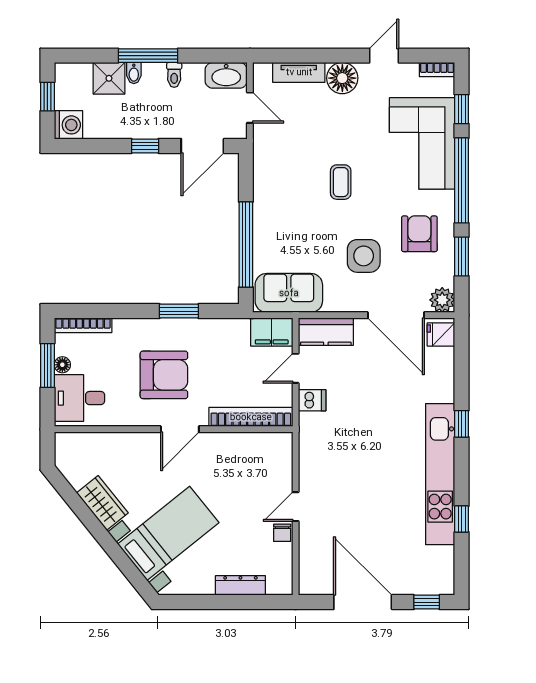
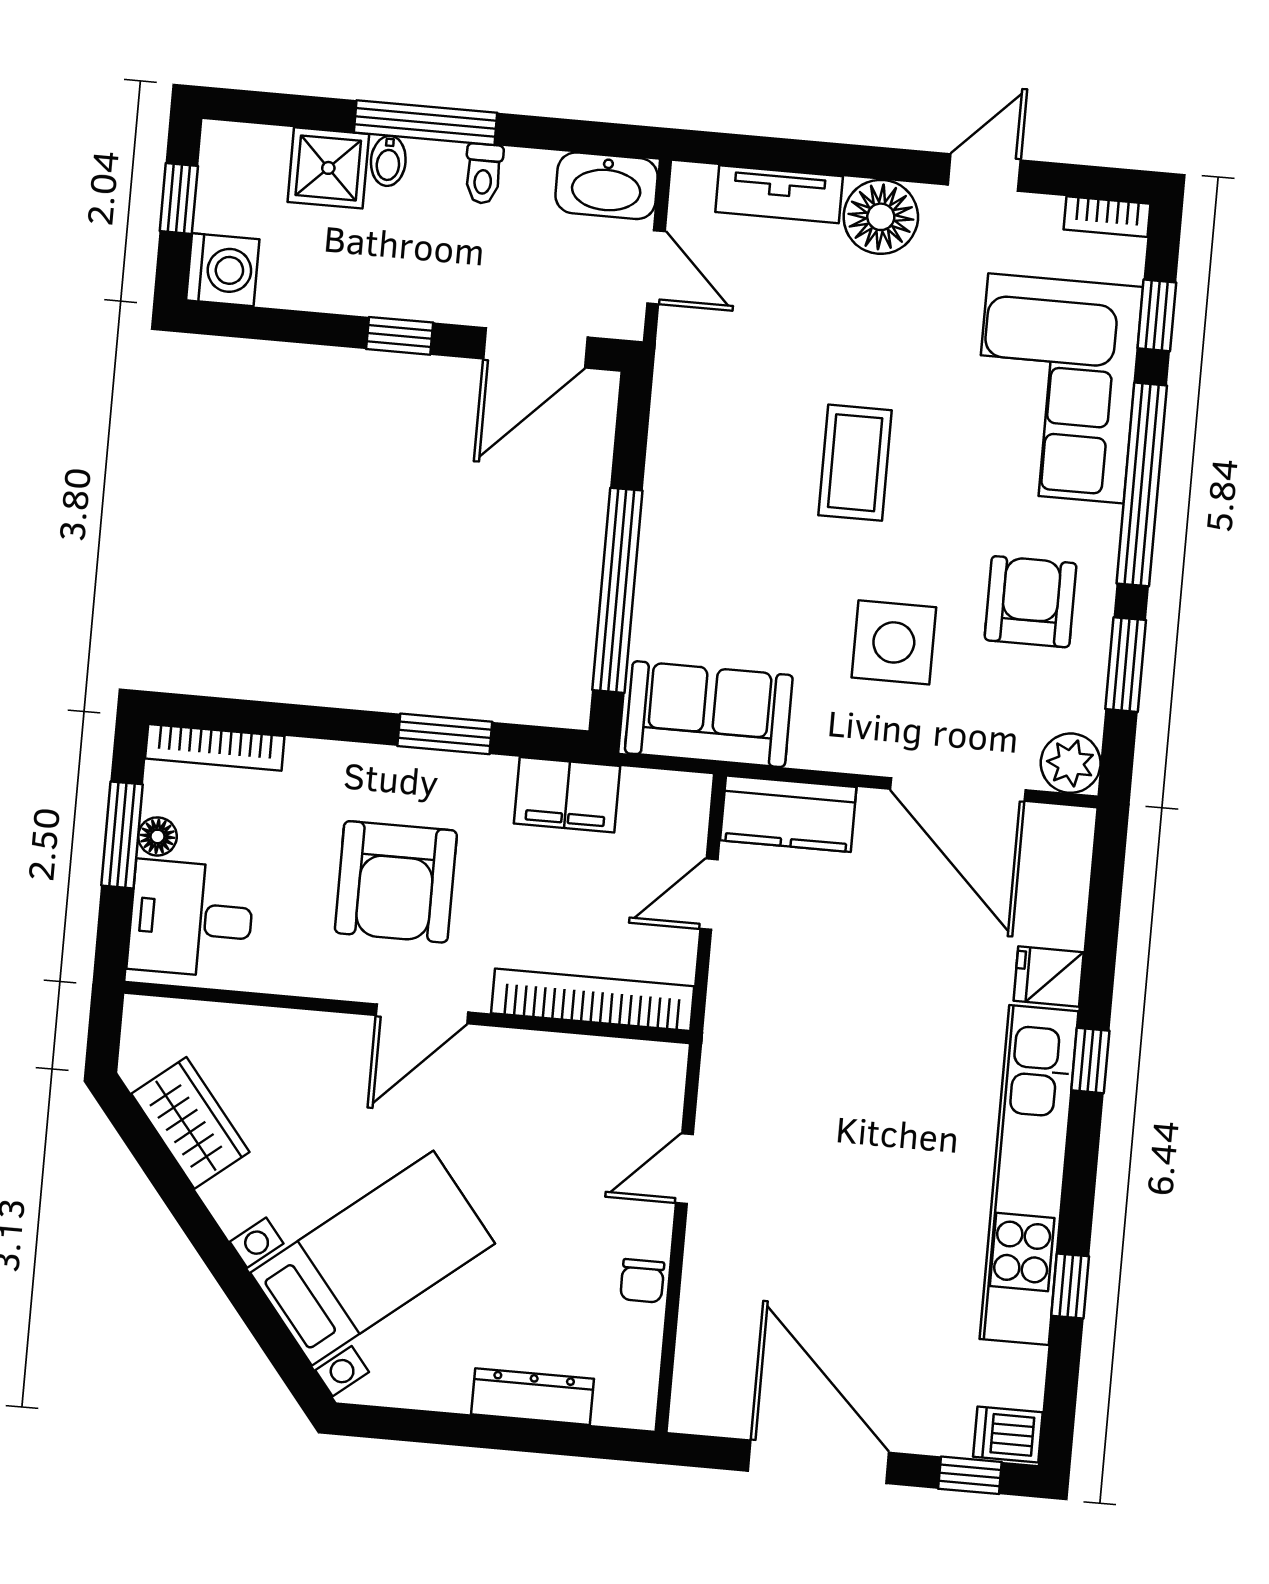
coffee table: (341, 182) -> (855, 463), width x1.36, depth x1.30
filing cabinet: (272, 332) -> (567, 795), moved
fridge: (441, 335) -> (1049, 977), moved
armchair: (164, 375) -> (396, 882), turned 90
dishwasher: (312, 400) -> (1008, 1435), moved, turned 180
wardrobe: (102, 503) -> (190, 1123), moved
door: (296, 507) -> (684, 1169), moved

